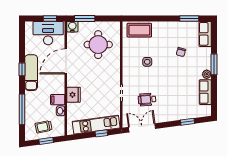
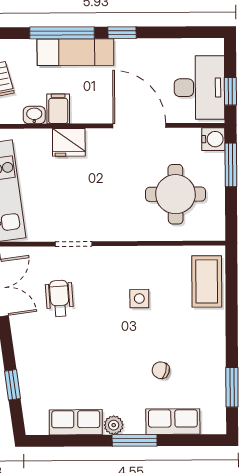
row of seats: (205, 34) -> (173, 422), moved
exam couch: (31, 73) -> (75, 52), moved
window: (22, 109) -> (62, 33), moved

